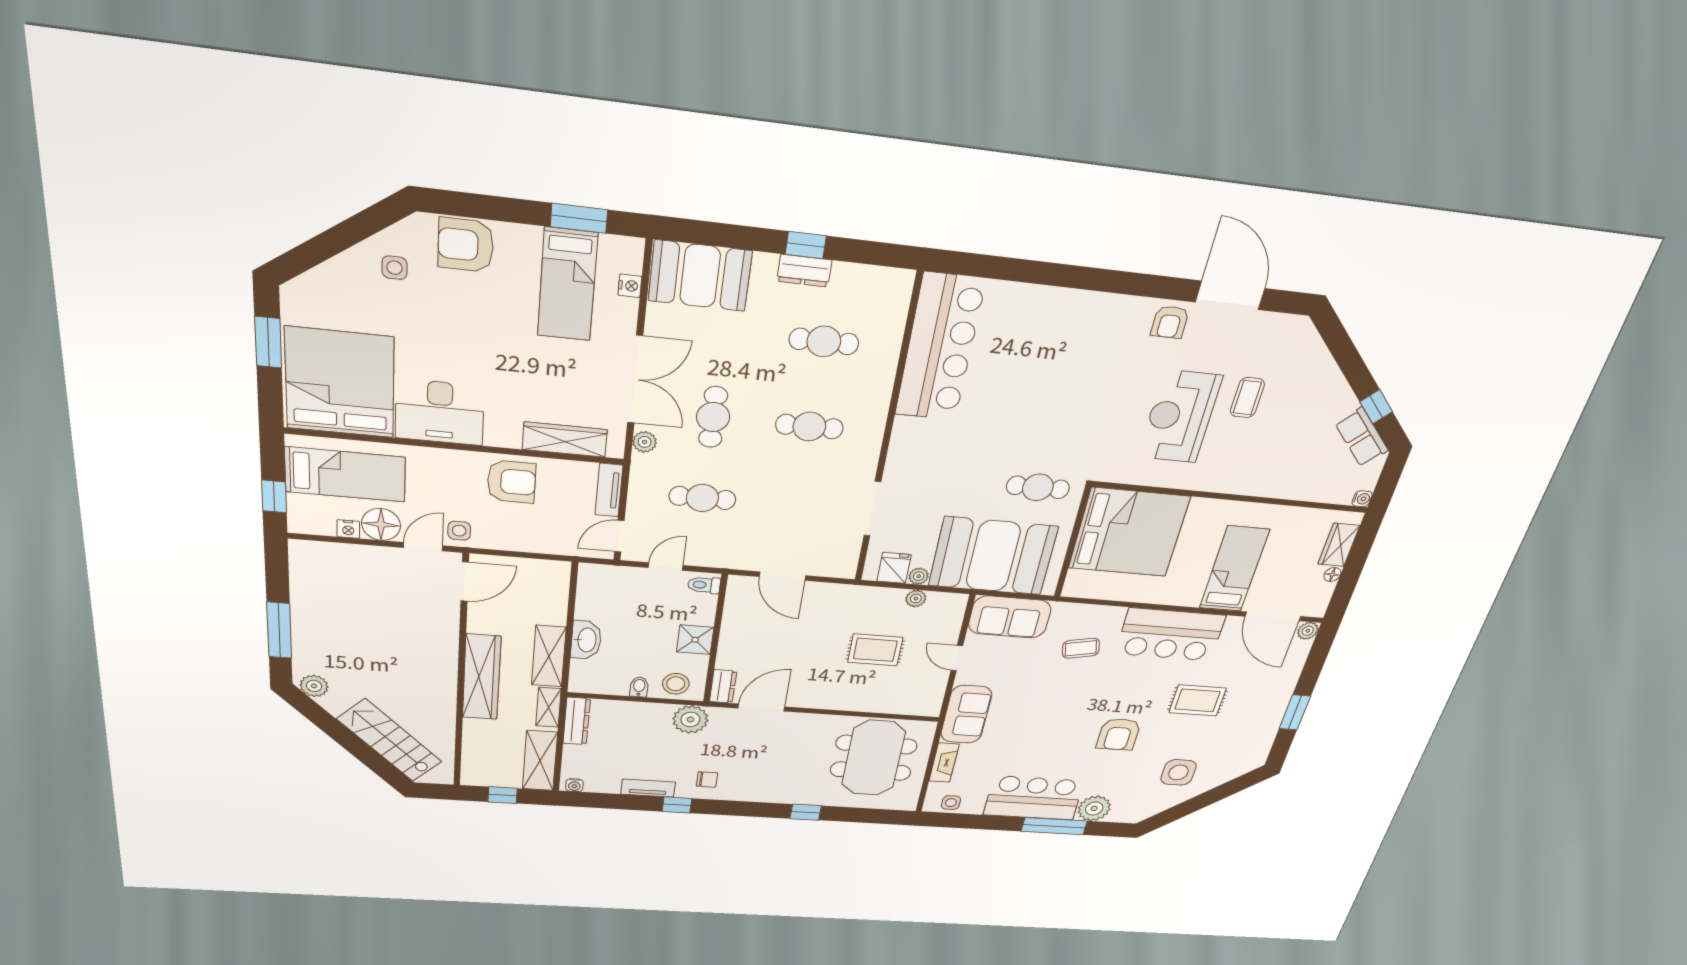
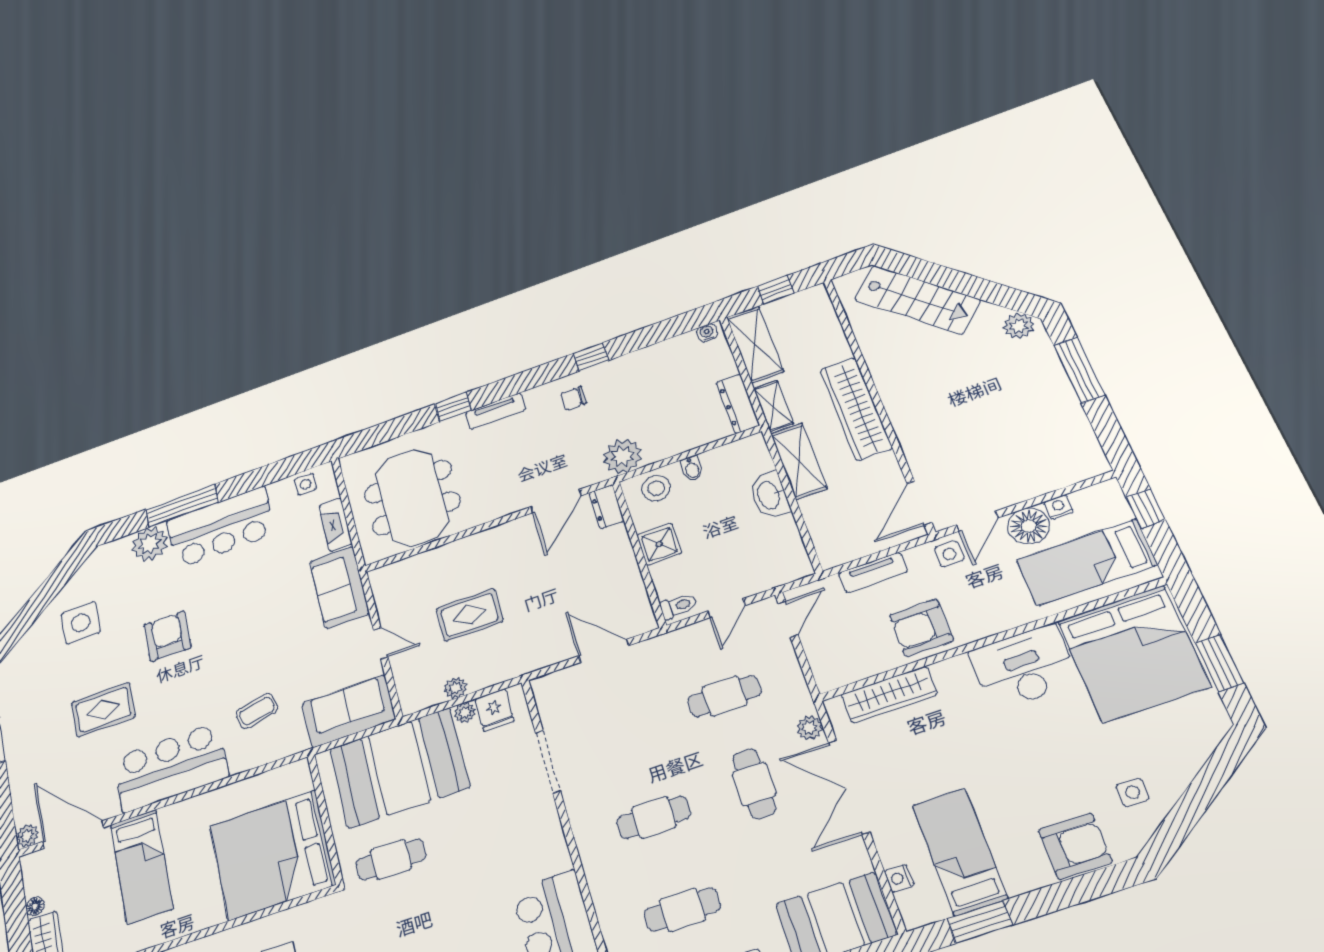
tv unit: (609, 490) -> (873, 572), moved, turned 90
tv unit: (648, 788) -> (496, 411), moved

